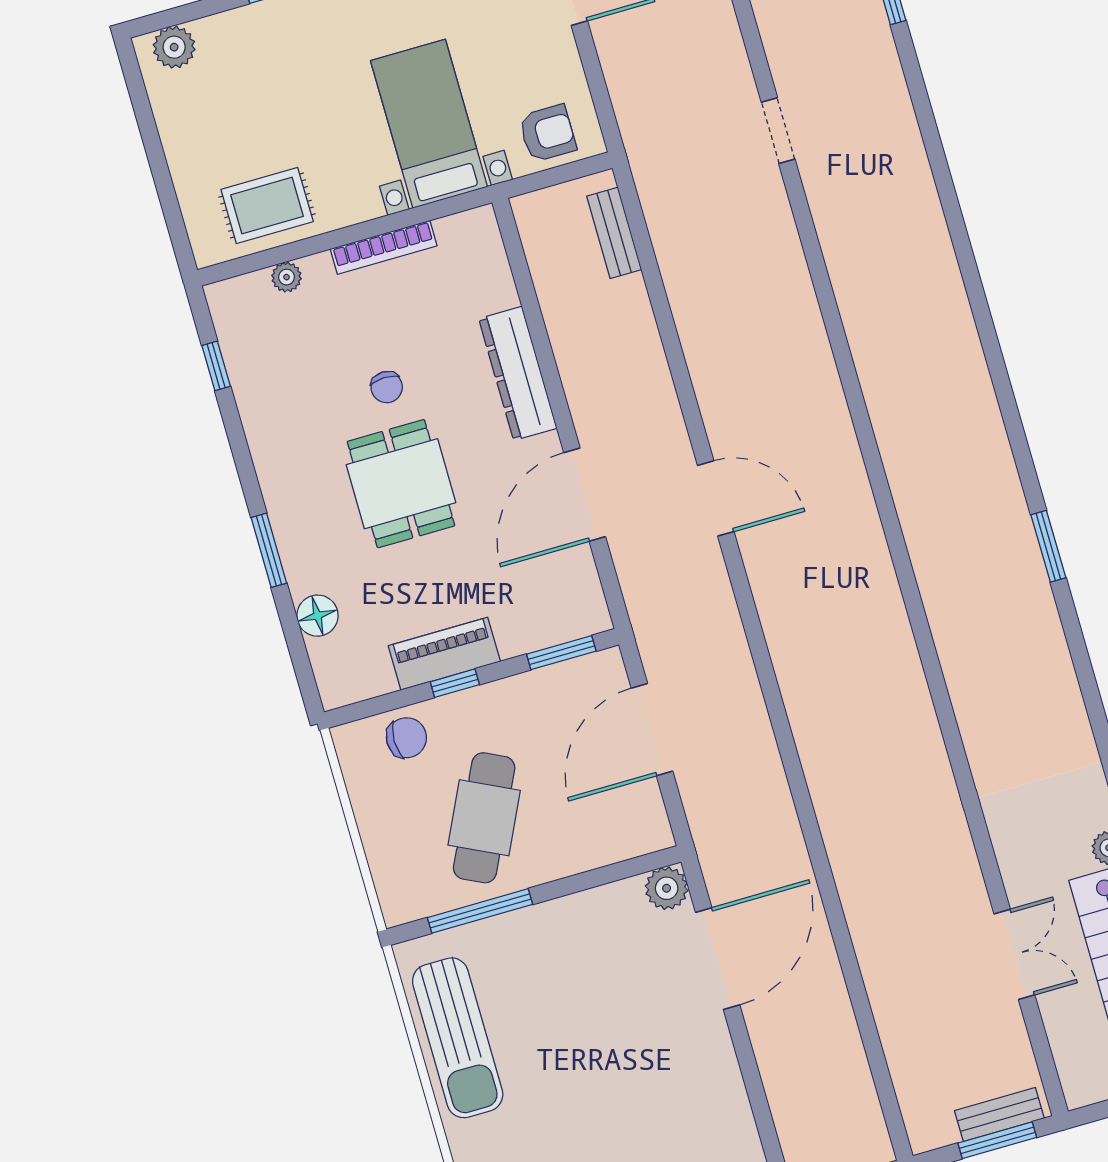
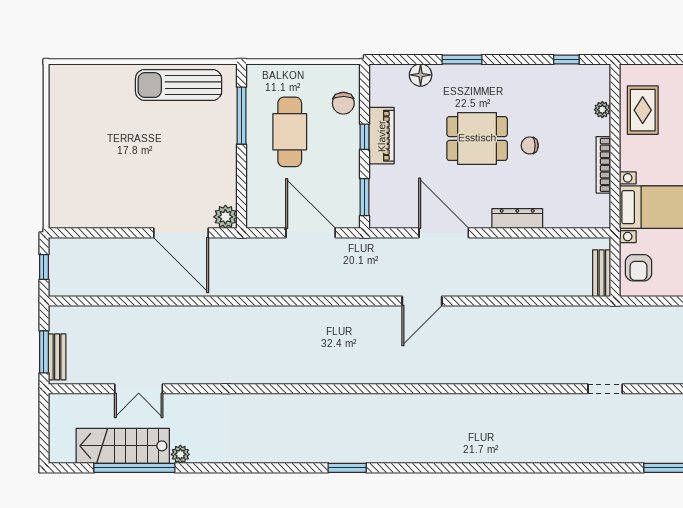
bench: (614, 233) -> (602, 273), moved, turned 90
dresser: (518, 373) -> (517, 219), width x0.73, depth x0.80
cafe table: (484, 818) -> (290, 132), turned 64

